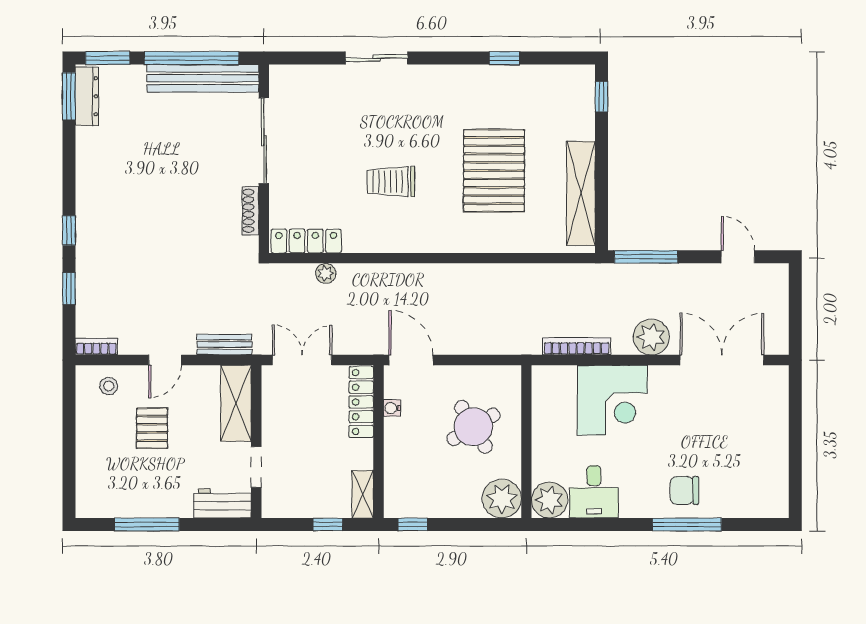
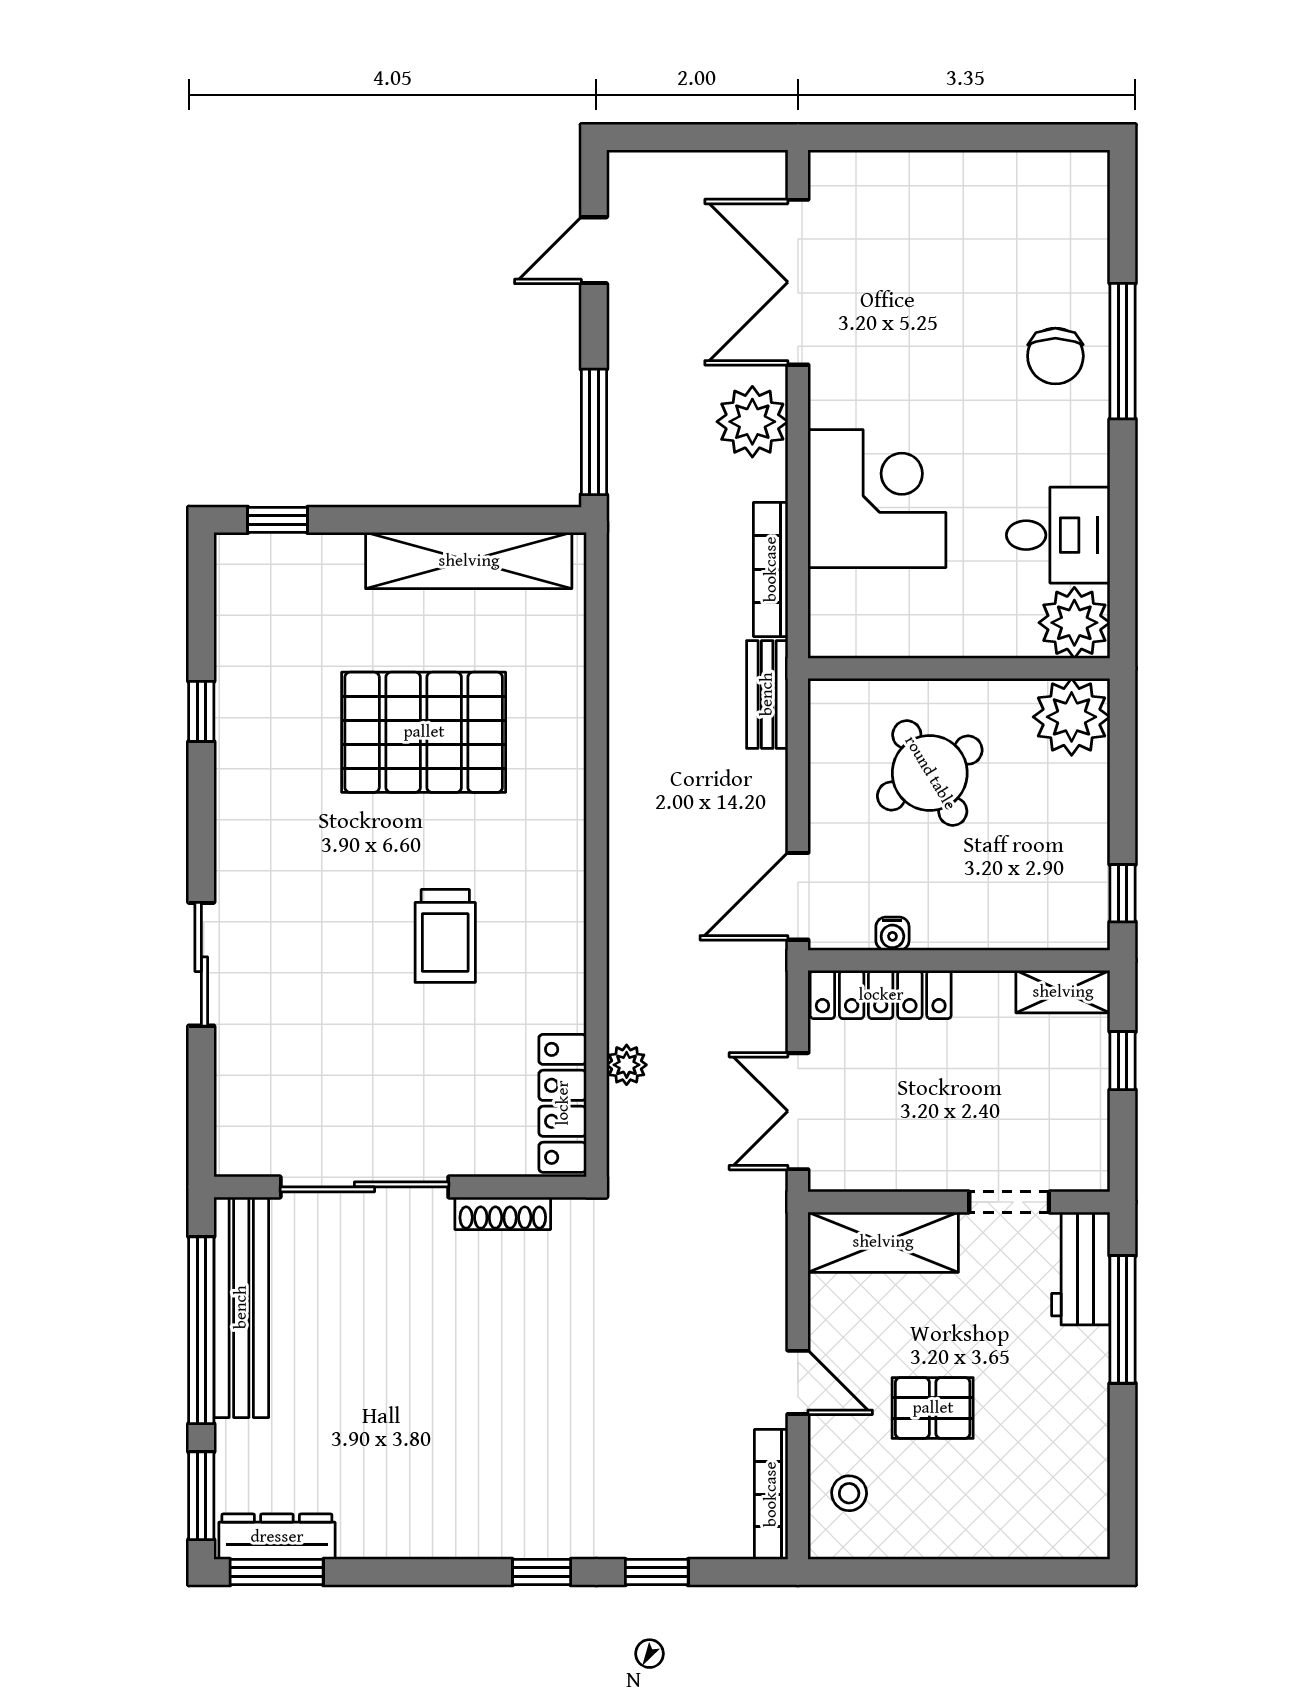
bench: (224, 345) -> (767, 694), moved
bookcase: (96, 347) -> (771, 1494), width x1.56
window: (147, 524) -> (1123, 1319), moved

